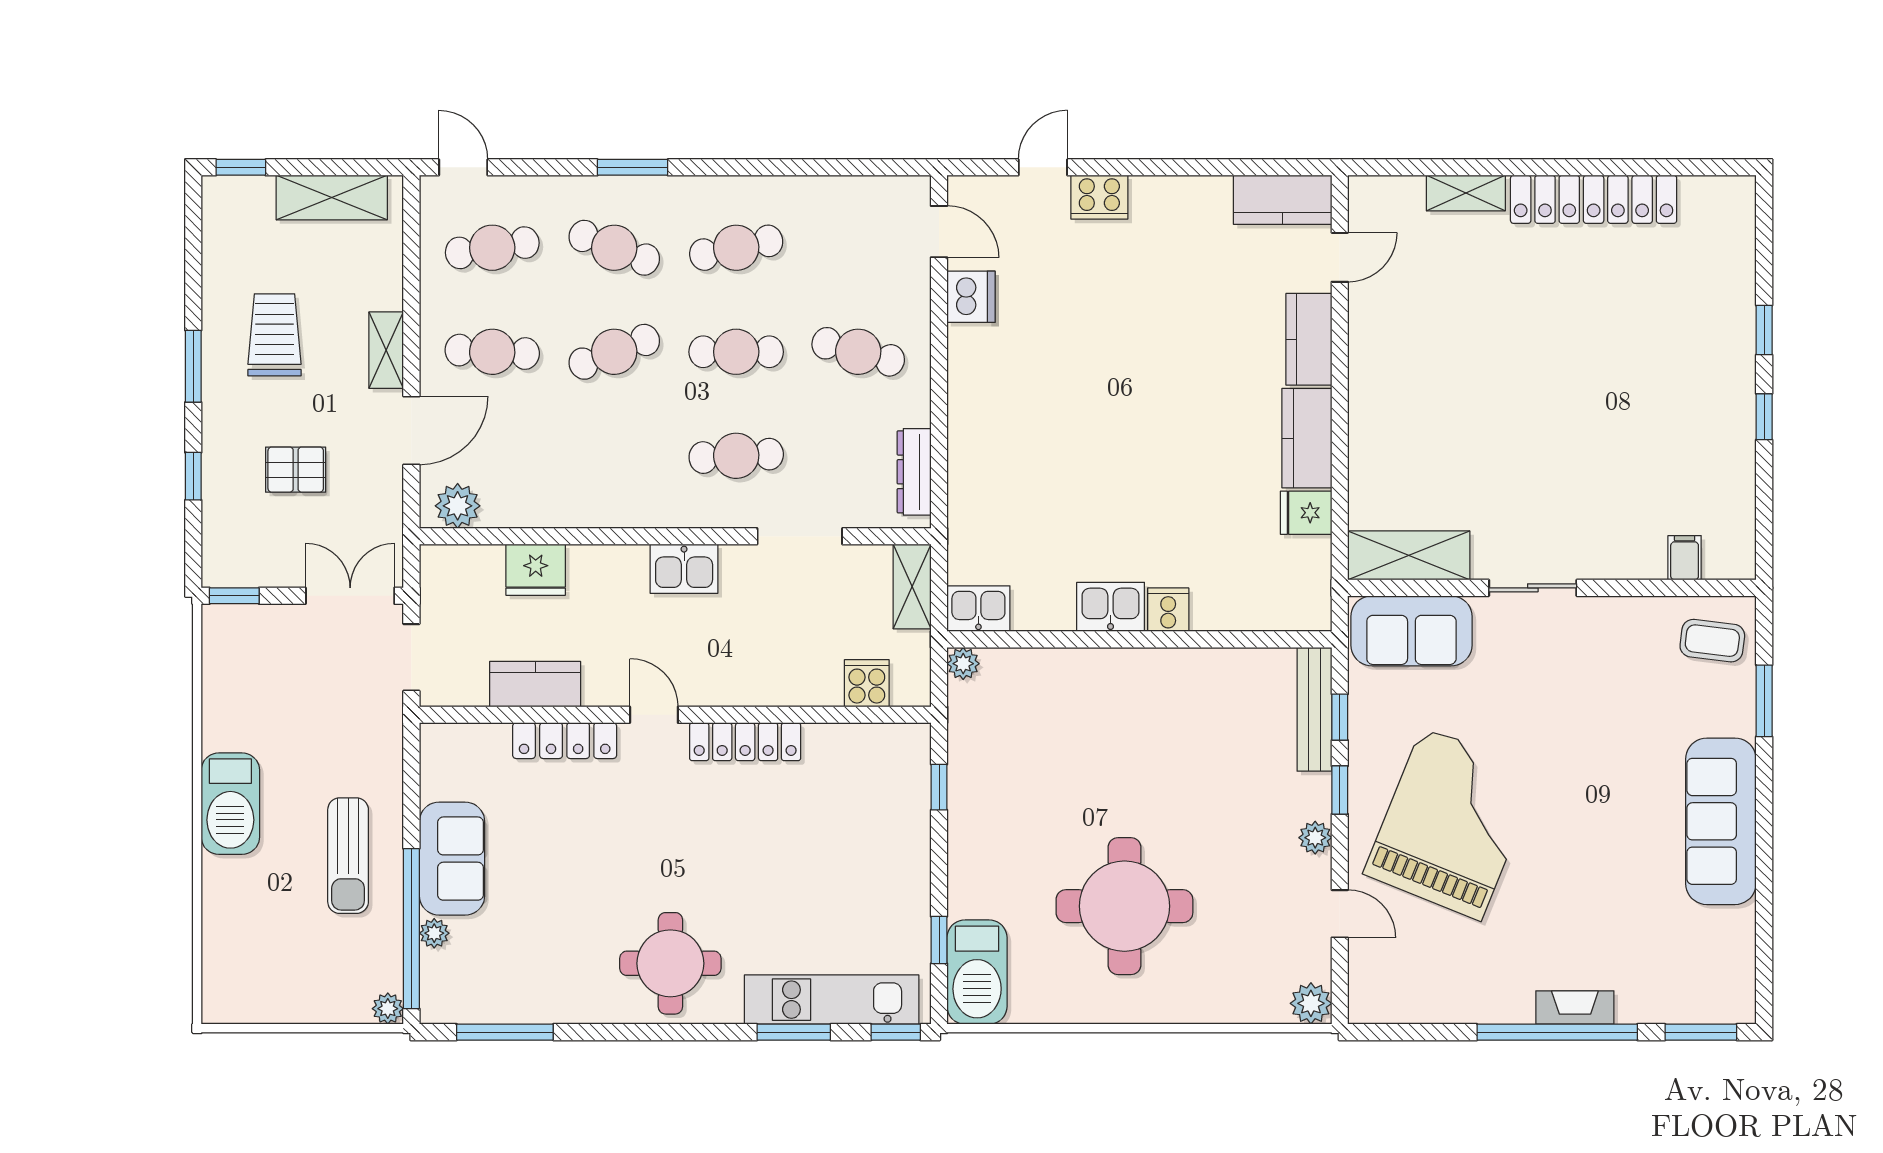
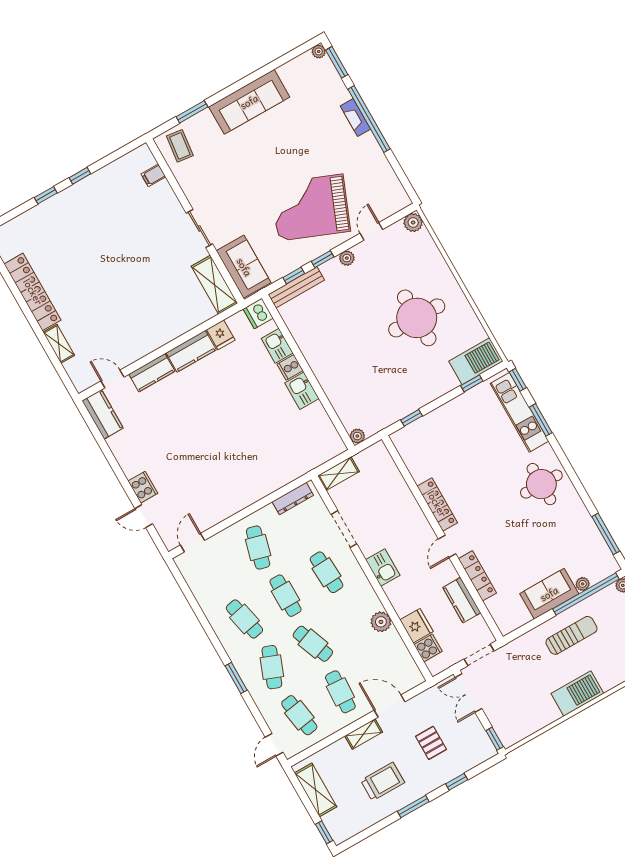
dishwasher: (971, 297) -> (258, 313), moved, turned -90
trolley: (274, 335) -> (383, 781), turned 180
plant: (458, 506) -> (381, 622), moved
kitchen sink: (978, 609) -> (277, 346), moved
cooker: (867, 683) -> (428, 648), moved, turned 180
plant: (1741, 1009) -> (319, 51), added

